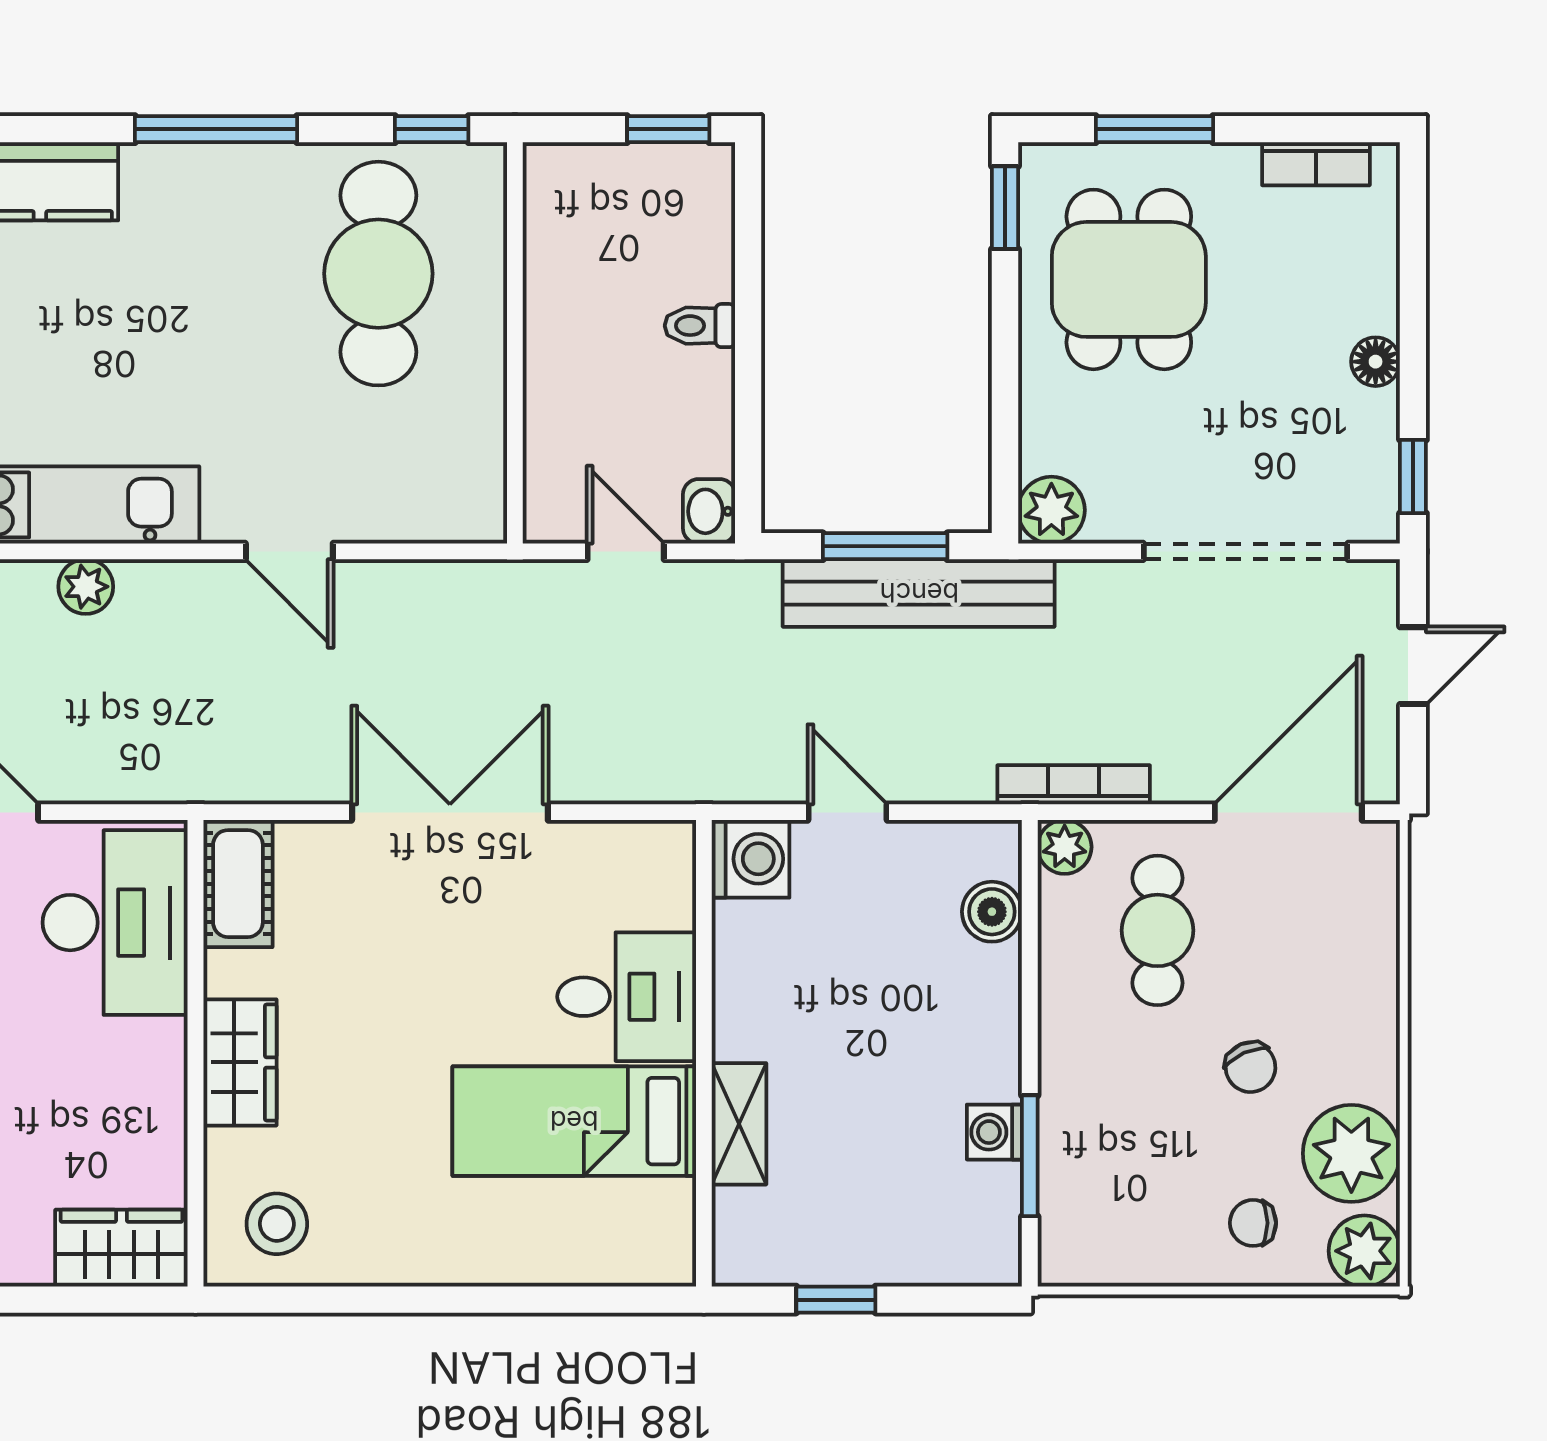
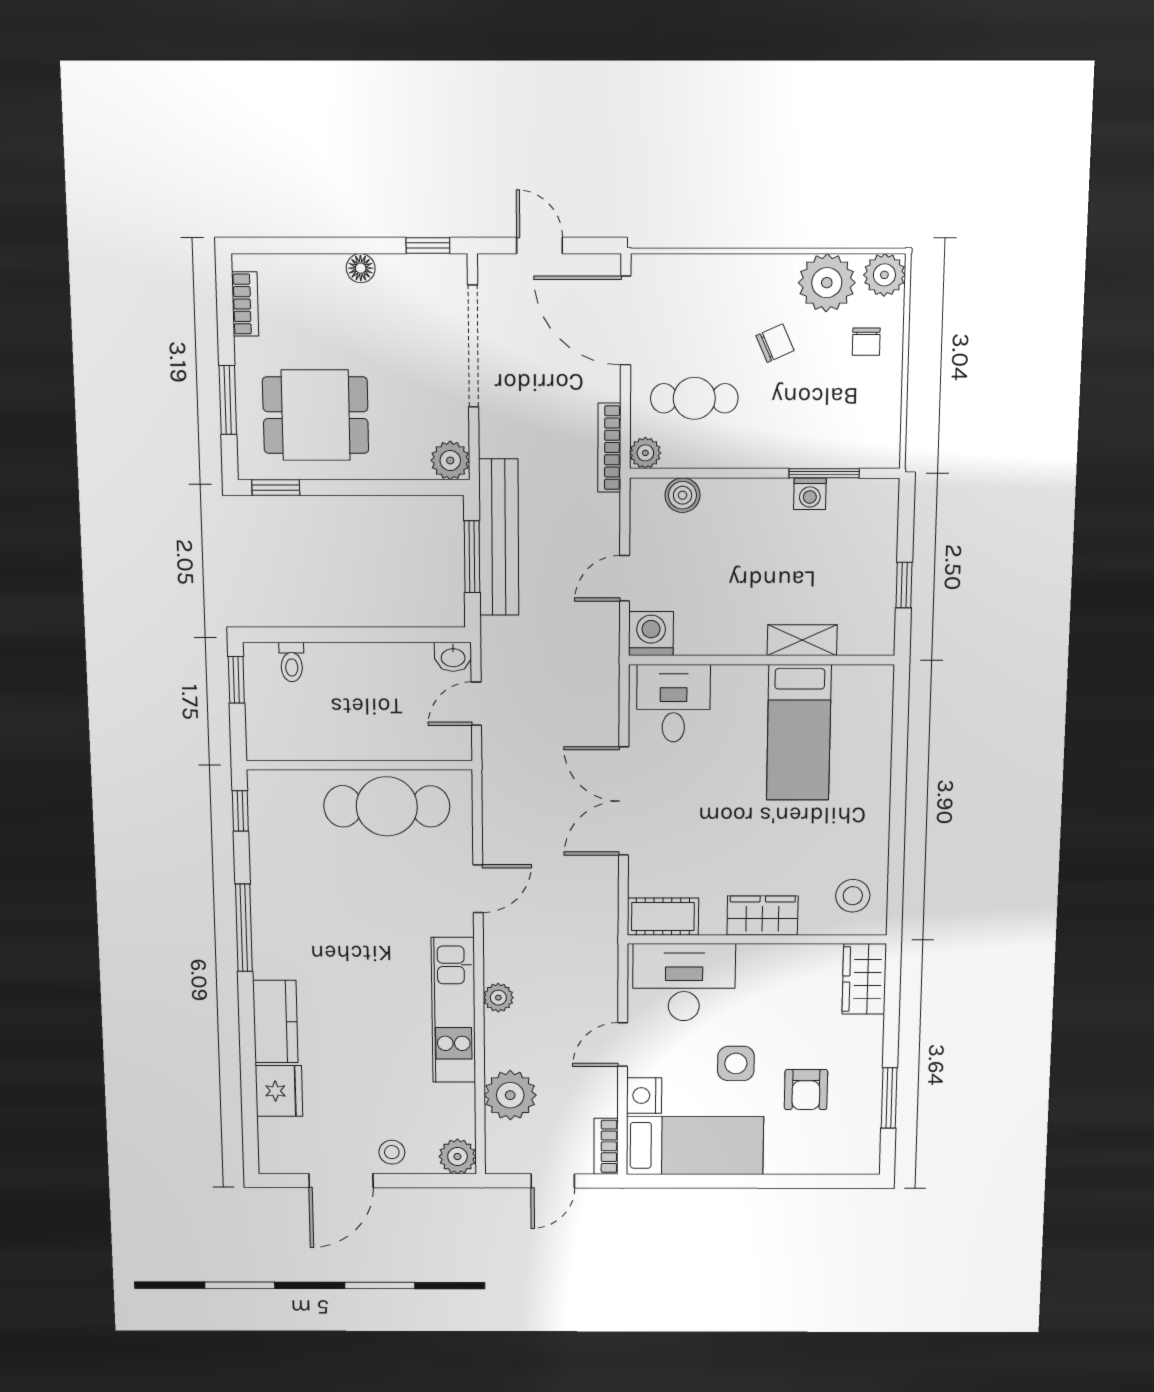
cafe table: (378, 274) -> (387, 806), moved
toilet: (700, 326) -> (292, 662), moved
desk: (627, 997) -> (673, 703), moved

